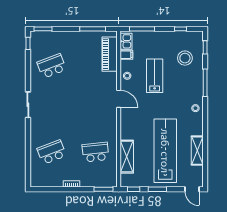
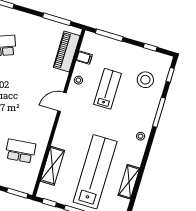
kitchen sink: (126, 41) -> (88, 43), removed
door: (119, 99) -> (62, 102), swing flipped

